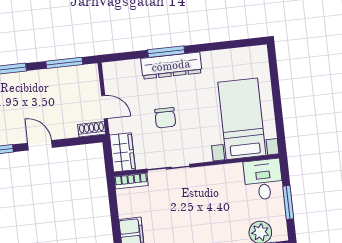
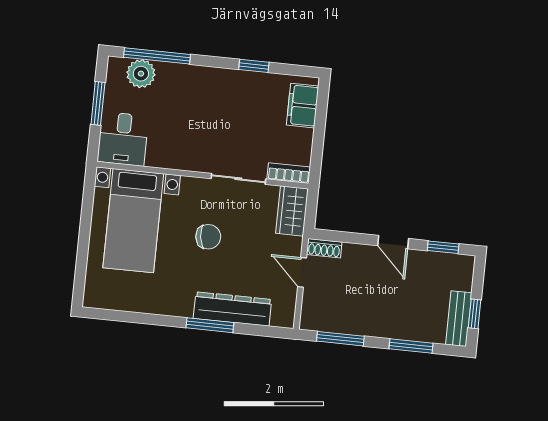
dresser: (171, 66) -> (232, 309), moved
chair: (165, 118) -> (208, 237), moved, turned 83

